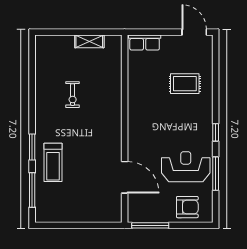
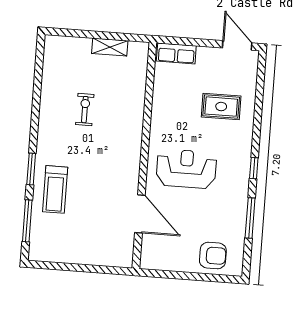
exercise bike: (73, 95) -> (85, 110), turned 180
reception desk: (186, 167) -> (186, 169), moved
window: (150, 225) -> (166, 274), removed

